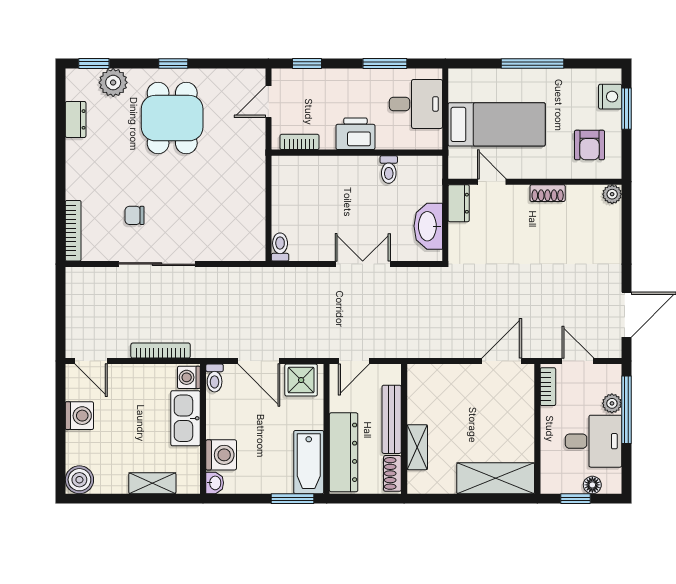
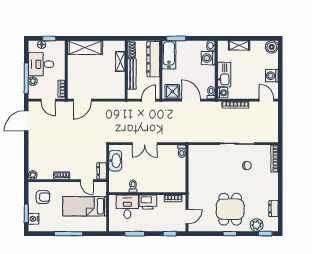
desk: (416, 104) -> (127, 207), moved, turned 90
armchair: (589, 145) -> (43, 197), turned 90

